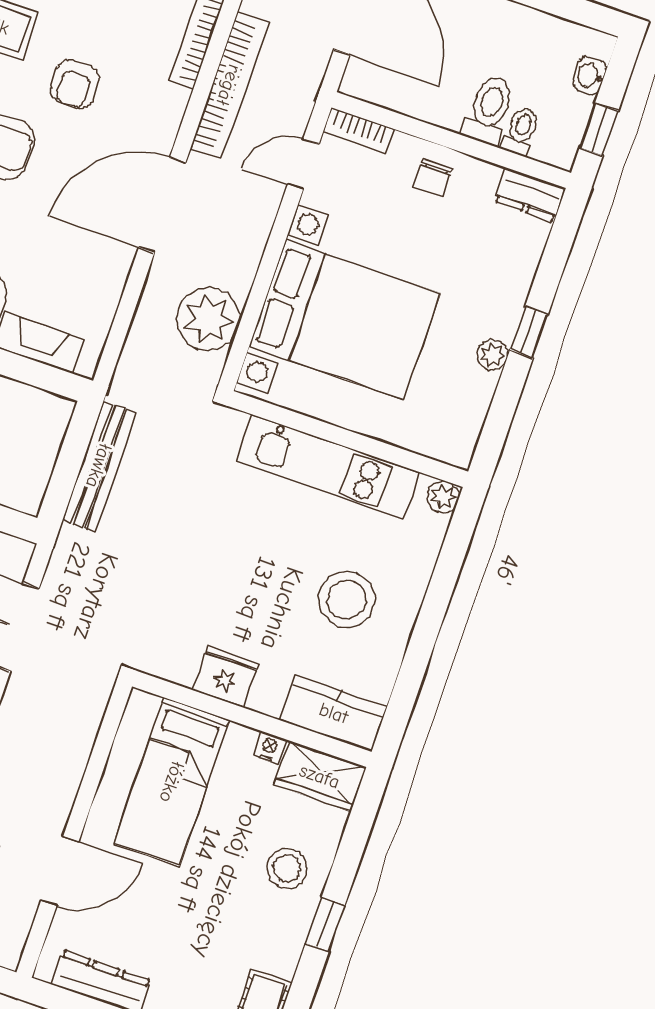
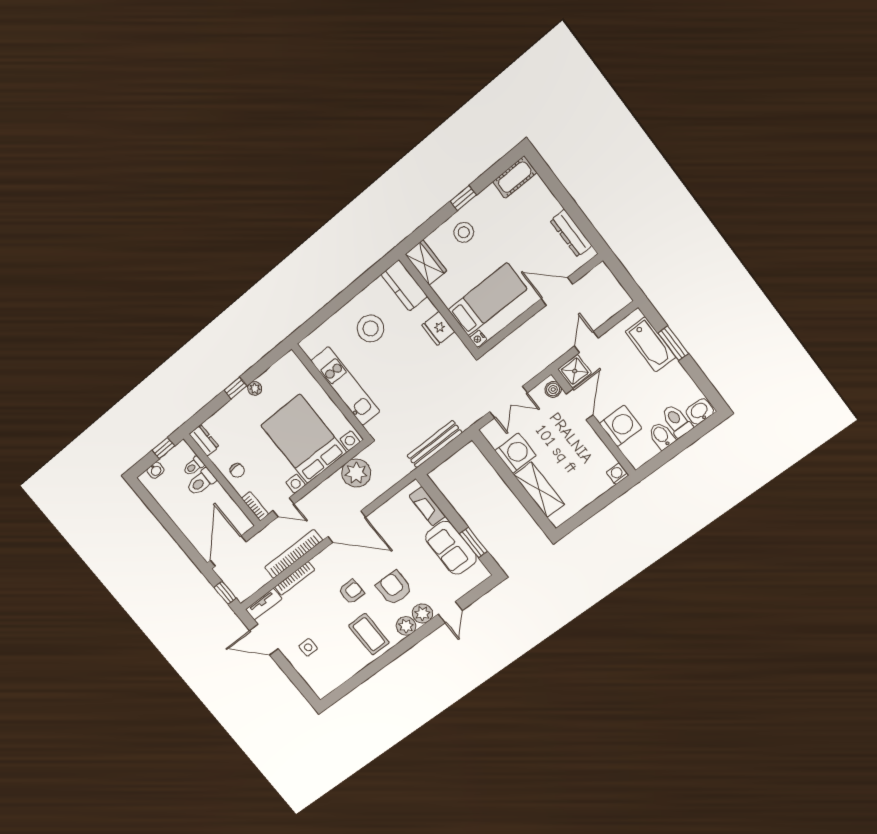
chair: (433, 178) -> (237, 471), turned 90
plant: (443, 497) -> (307, 345), removed
nightstand: (269, 747) -> (478, 339), moved

